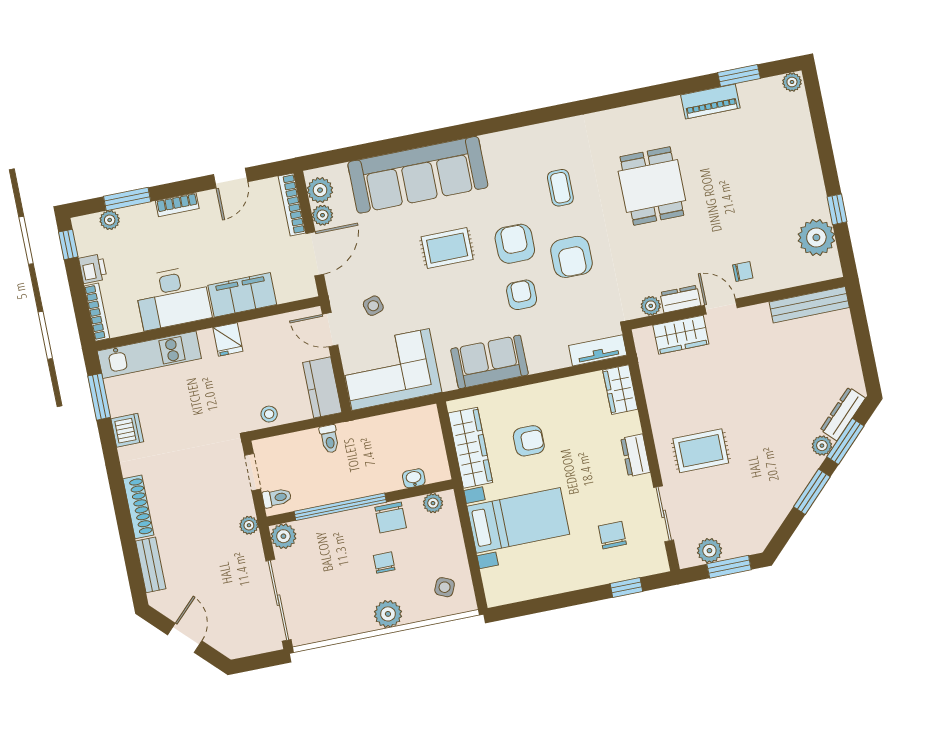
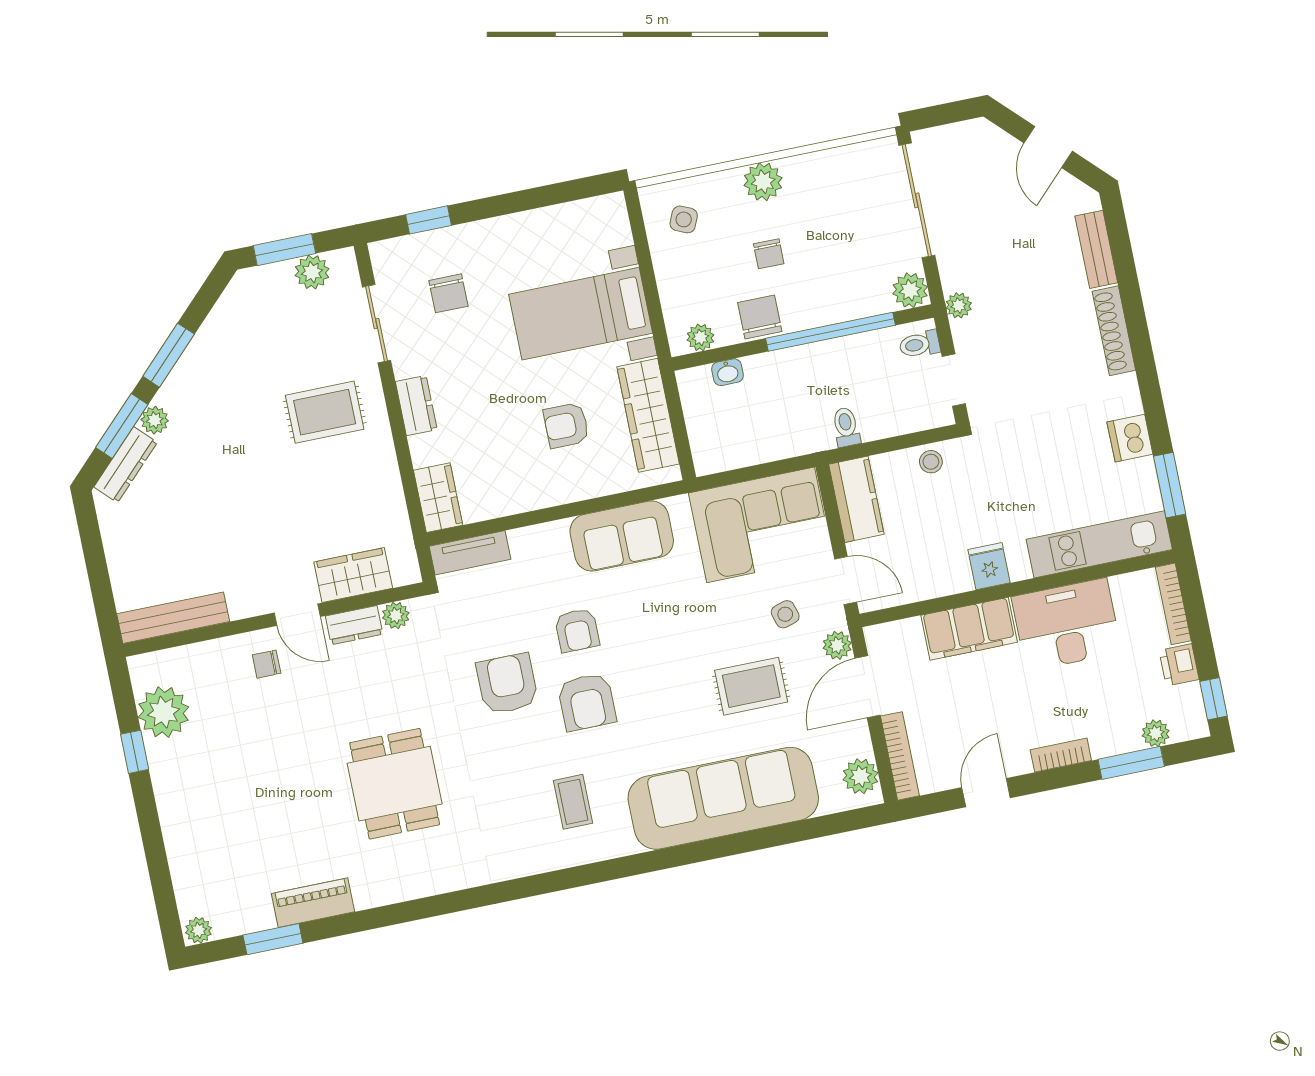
coffee table: (560, 188) -> (573, 802), moved
plant: (323, 215) -> (837, 645), moved
rug: (447, 248) -> (751, 686), moved

